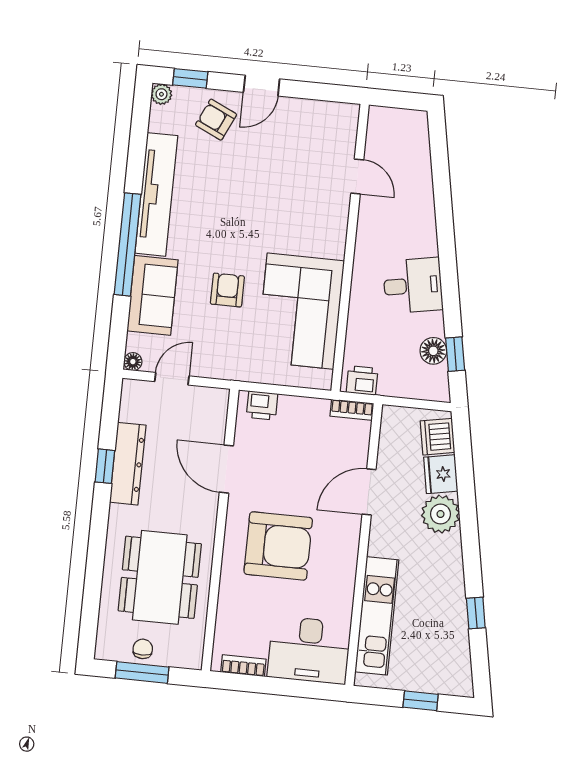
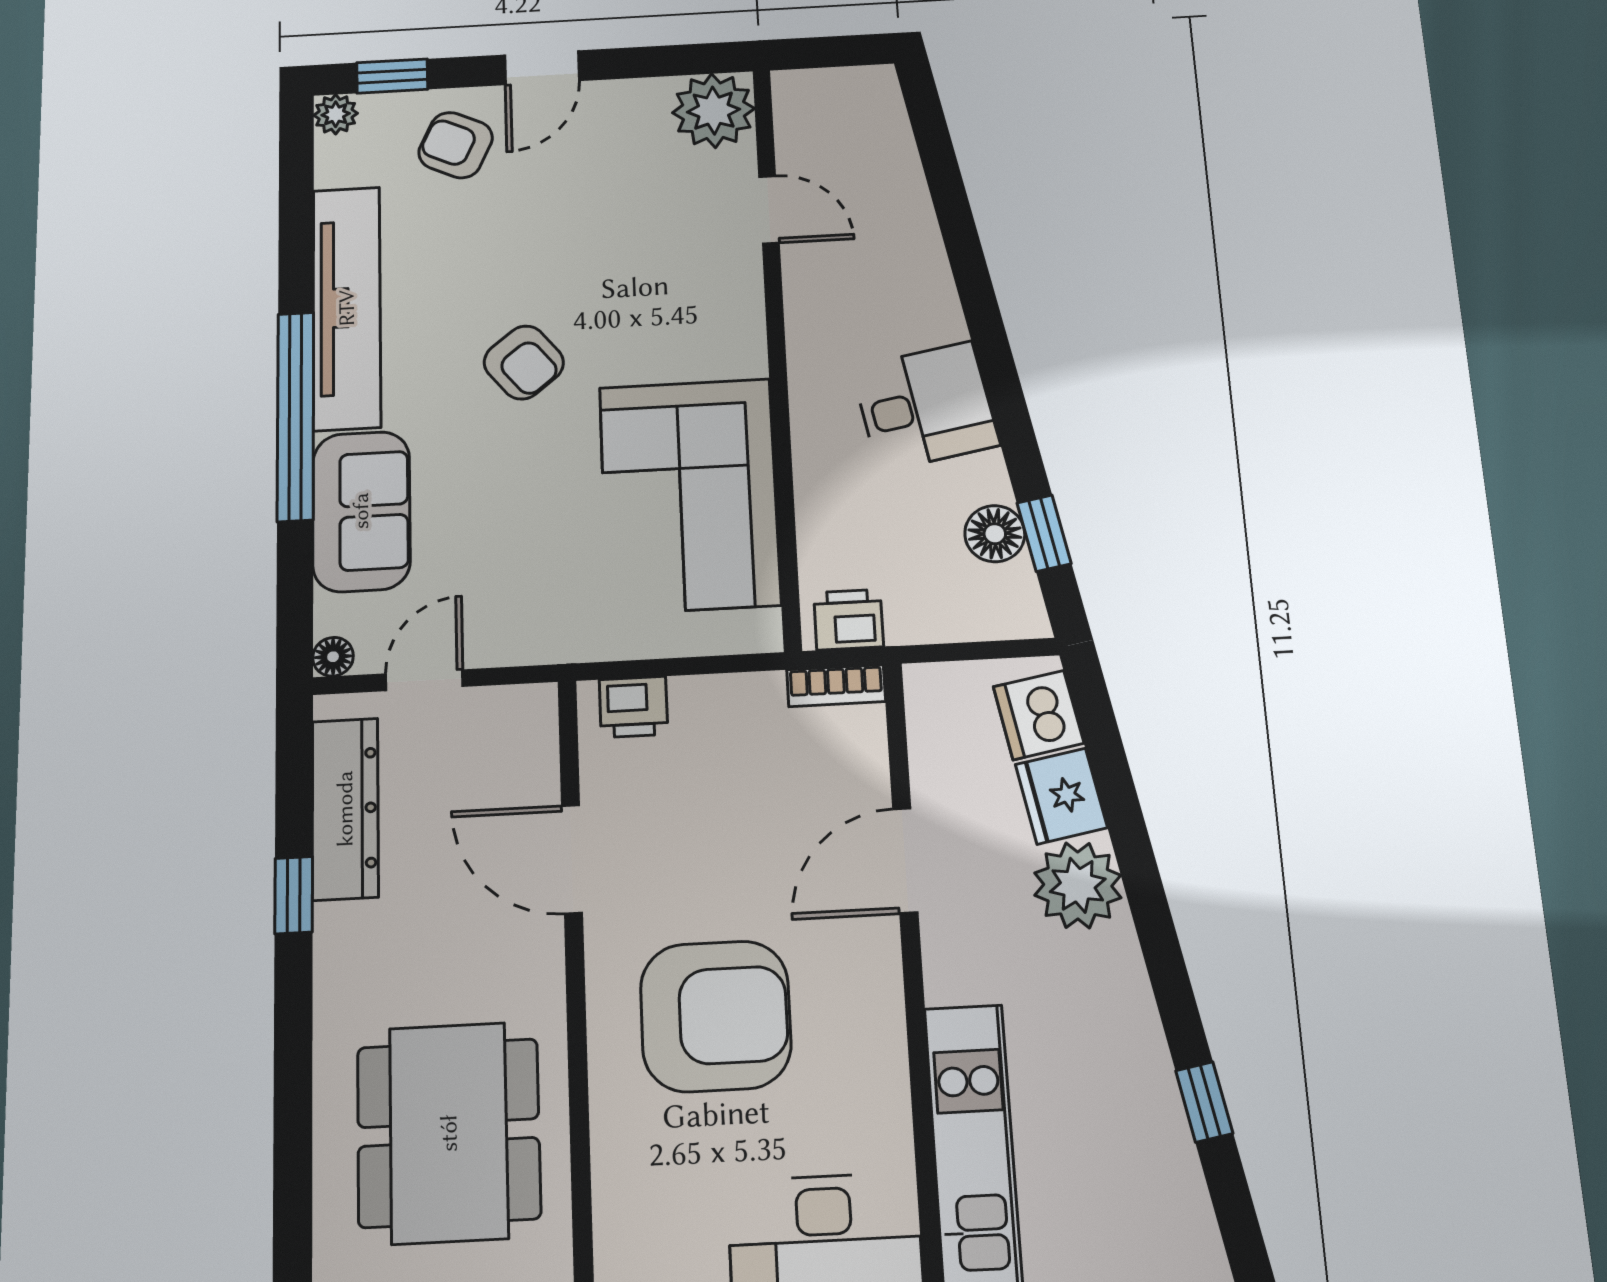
plant: (339, 121) -> (714, 111), added
armchair: (227, 290) -> (524, 362), moved, turned 141
dresser: (128, 464) -> (345, 809), moved

